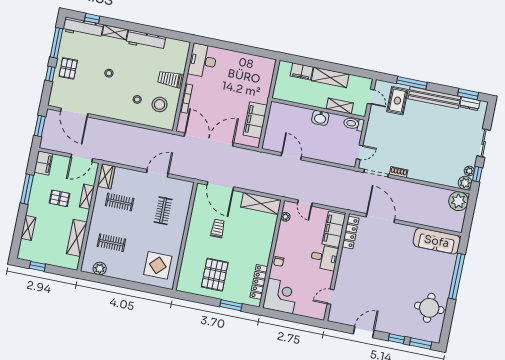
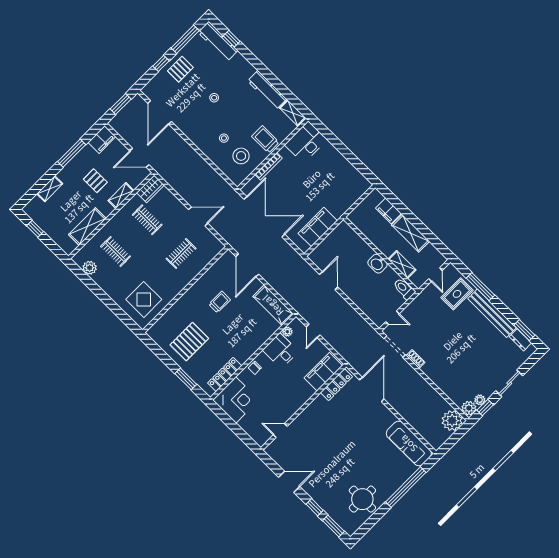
shelving: (115, 32) -> (293, 113), moved
desk: (324, 257) -> (280, 351), moved, turned 180

